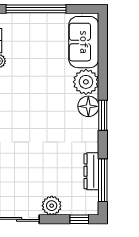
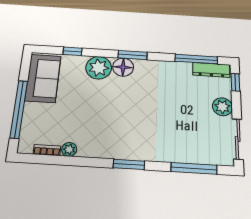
sofa: (84, 42) -> (43, 78), moved, turned -90
window: (103, 54) -> (73, 51), added
dresser: (91, 171) -> (211, 70), moved

